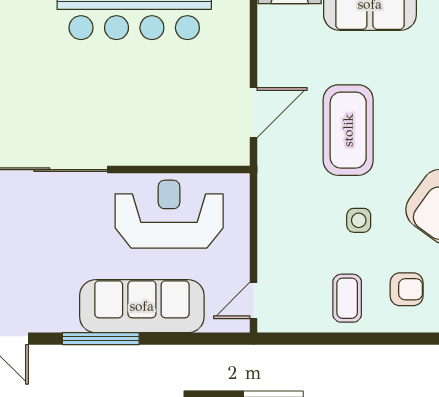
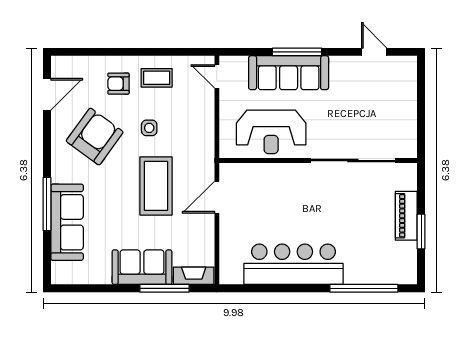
coffee table: (347, 298) -> (157, 78), turned 90
door: (254, 300) -> (217, 76), swing flipped
window: (101, 339) -> (297, 52), moved

